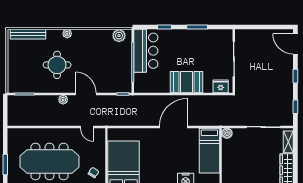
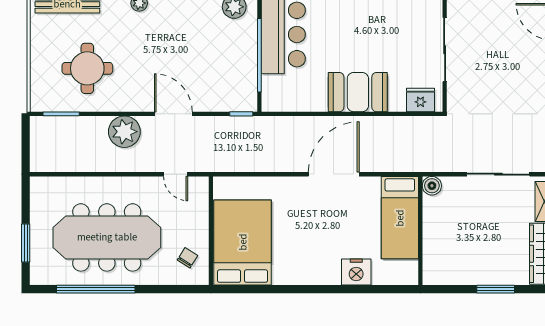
round table: (57, 65) -> (87, 68), moved
plant: (63, 100) -> (124, 132), width x1.88, depth x1.88

